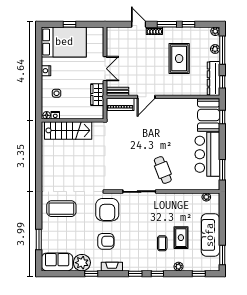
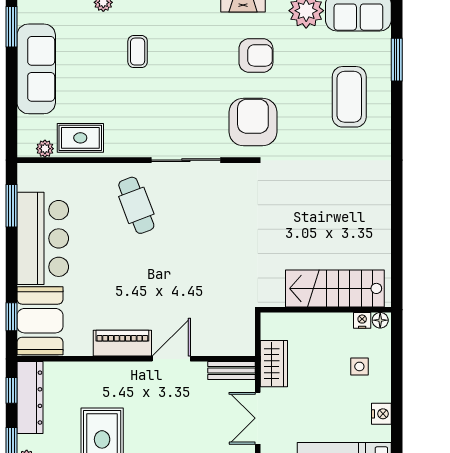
piano: (120, 104) -> (122, 343), moved
coffee table: (61, 209) -> (349, 97), moved, turned 90
rug: (181, 238) -> (80, 138), moved, turned 90
armchair: (106, 241) -> (256, 55), turned 180

